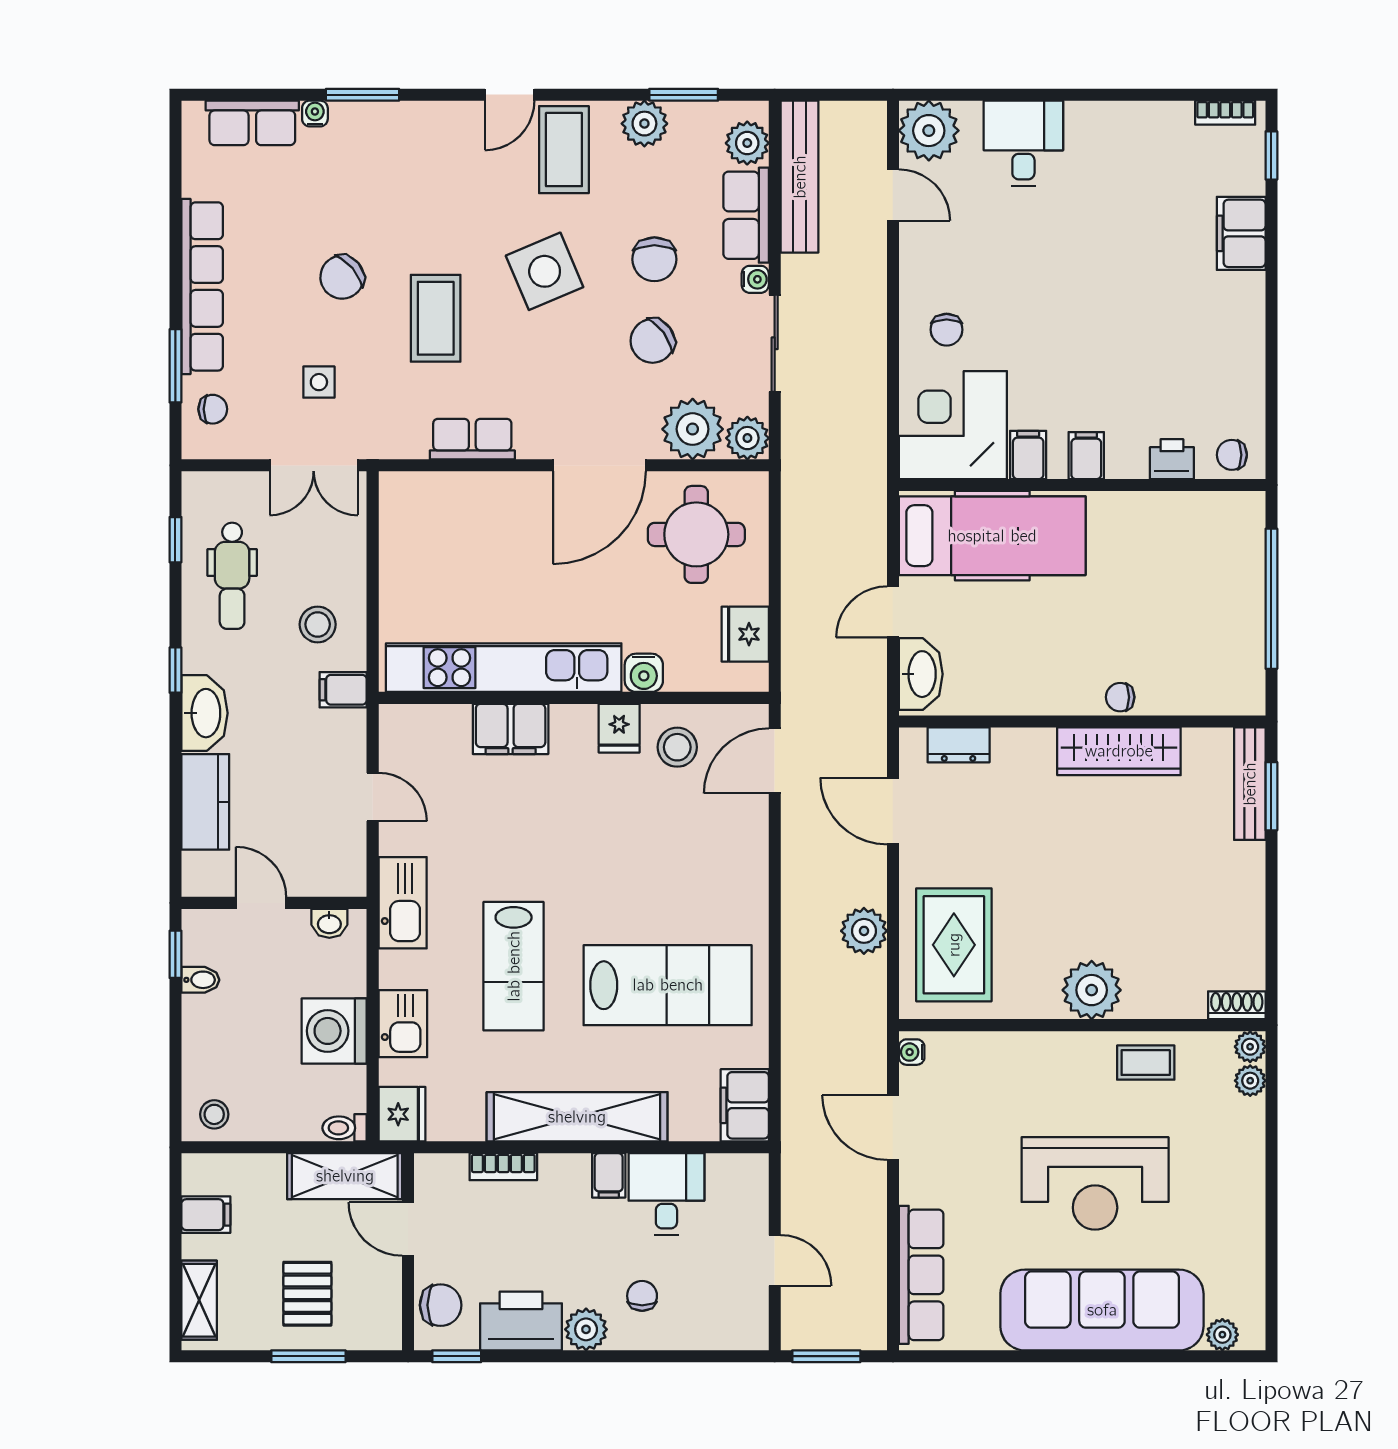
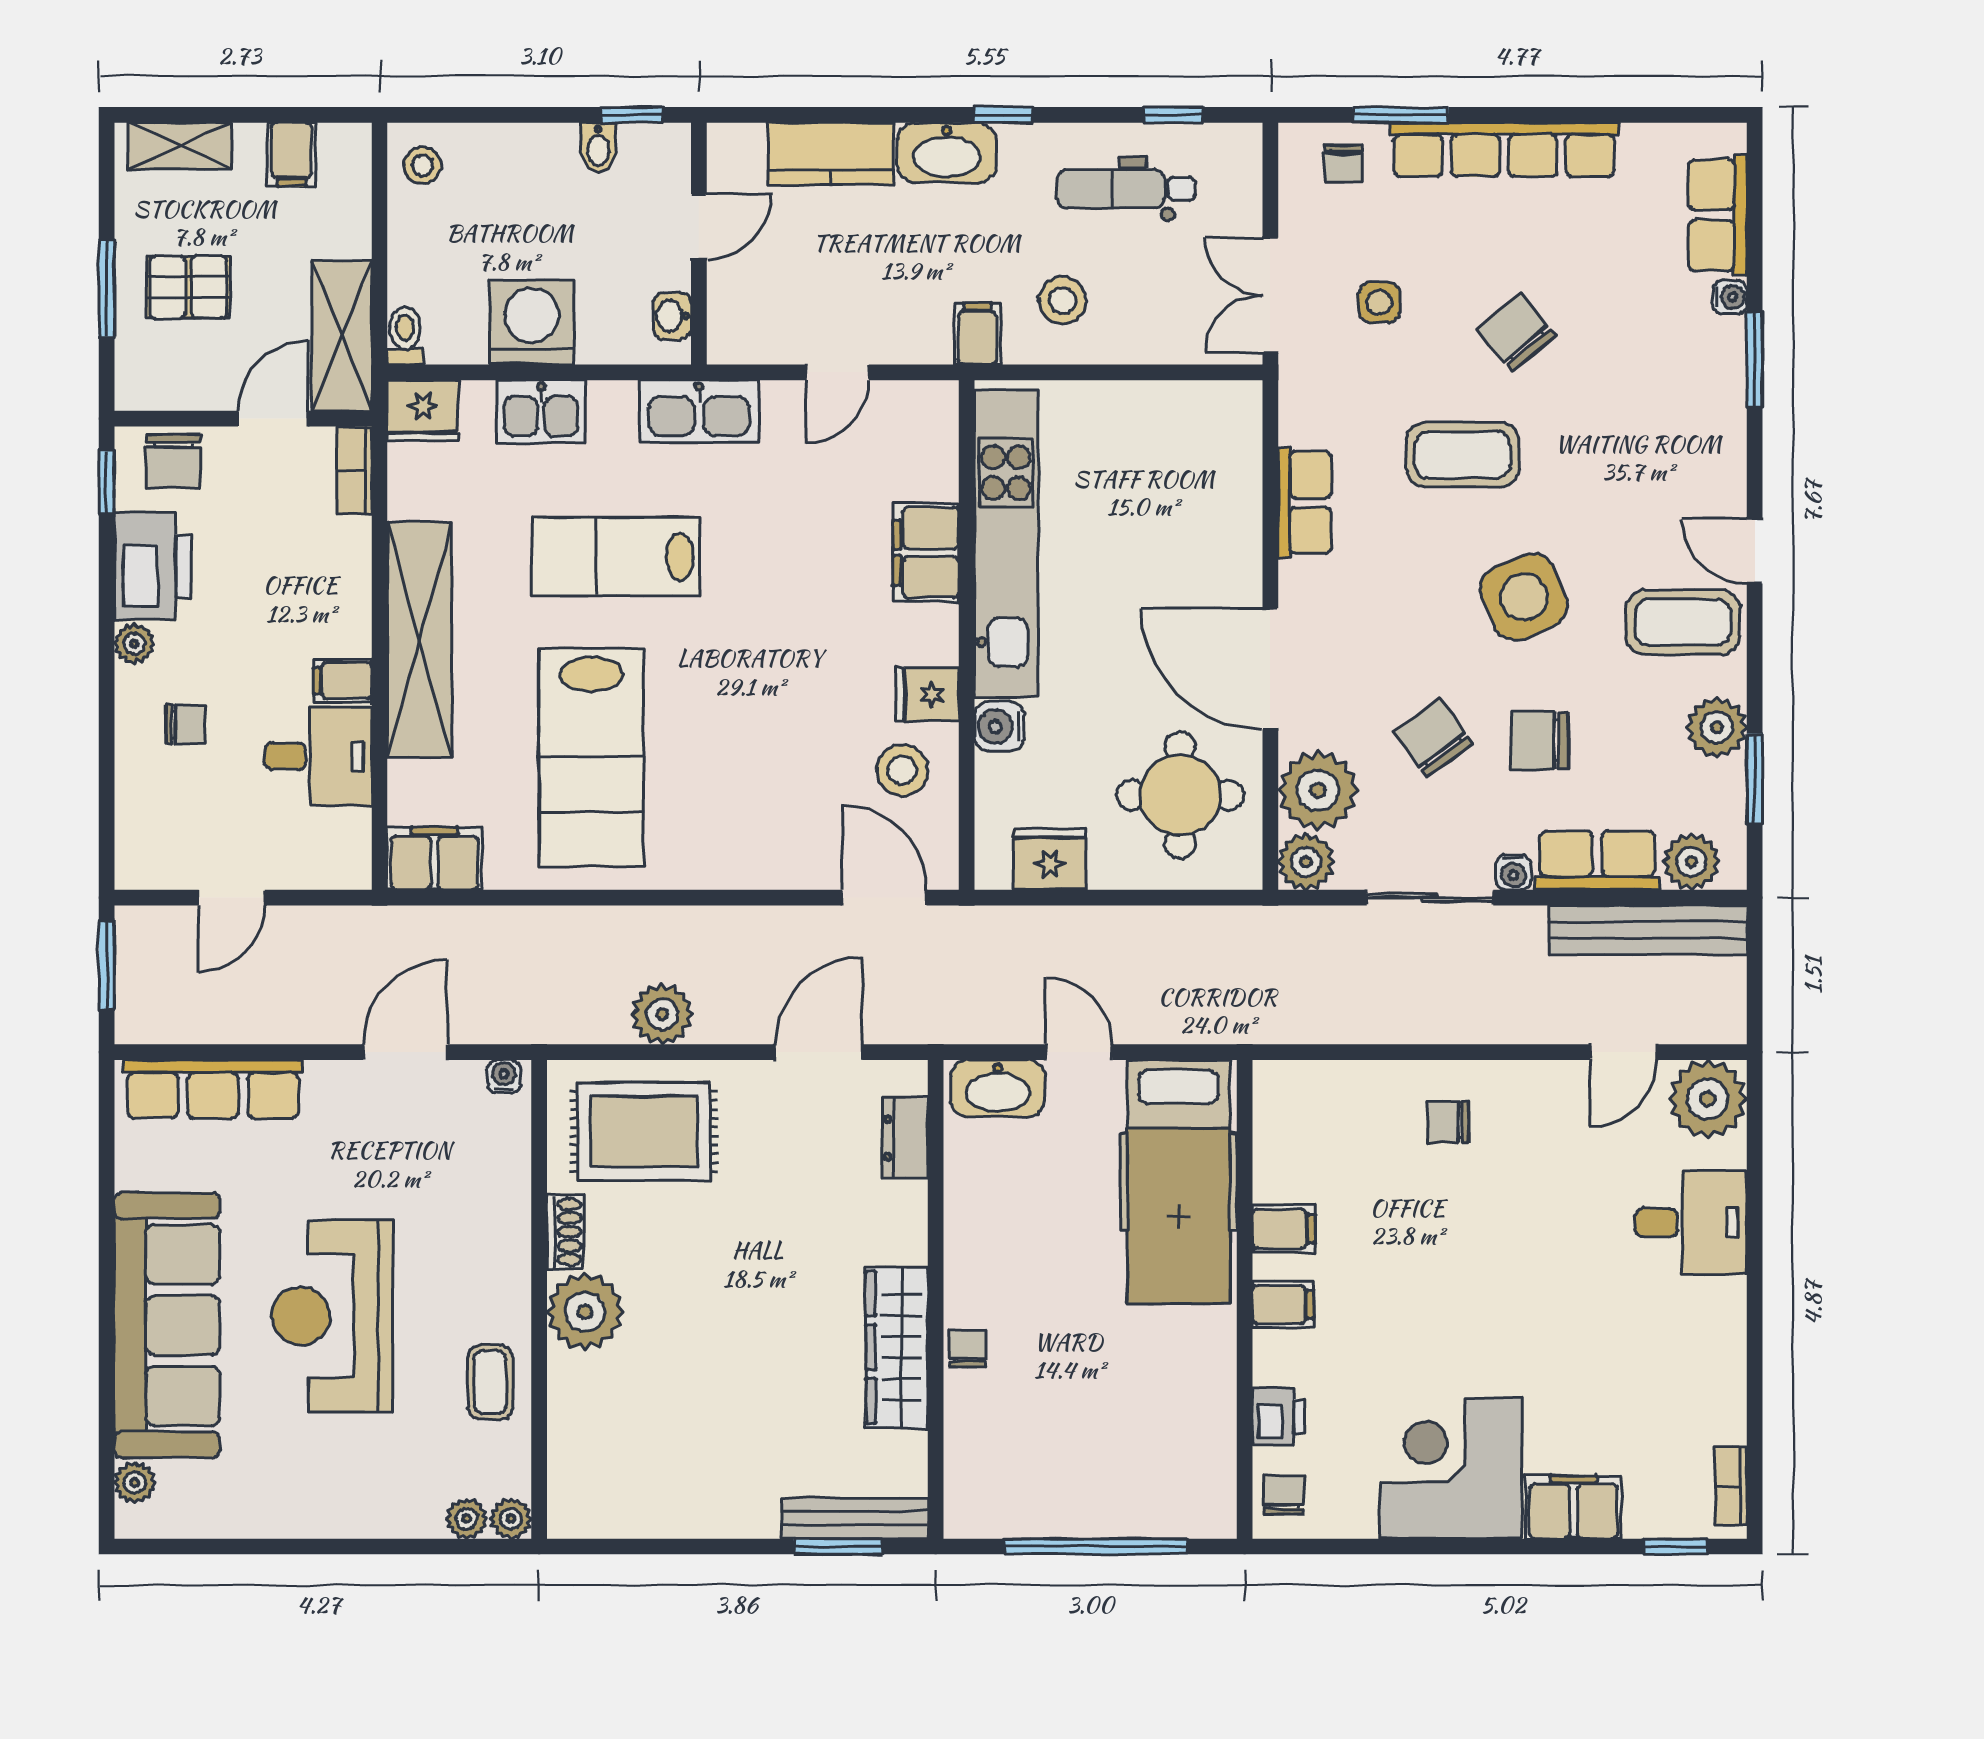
corner desk: (953, 425) -> (1451, 1468), moved, turned -90
shoe rack: (1237, 1005) -> (565, 1232), moved
bookcase: (503, 1167) -> (354, 470), moved
plant: (586, 1329) -> (134, 644), width x0.73, depth x0.73

